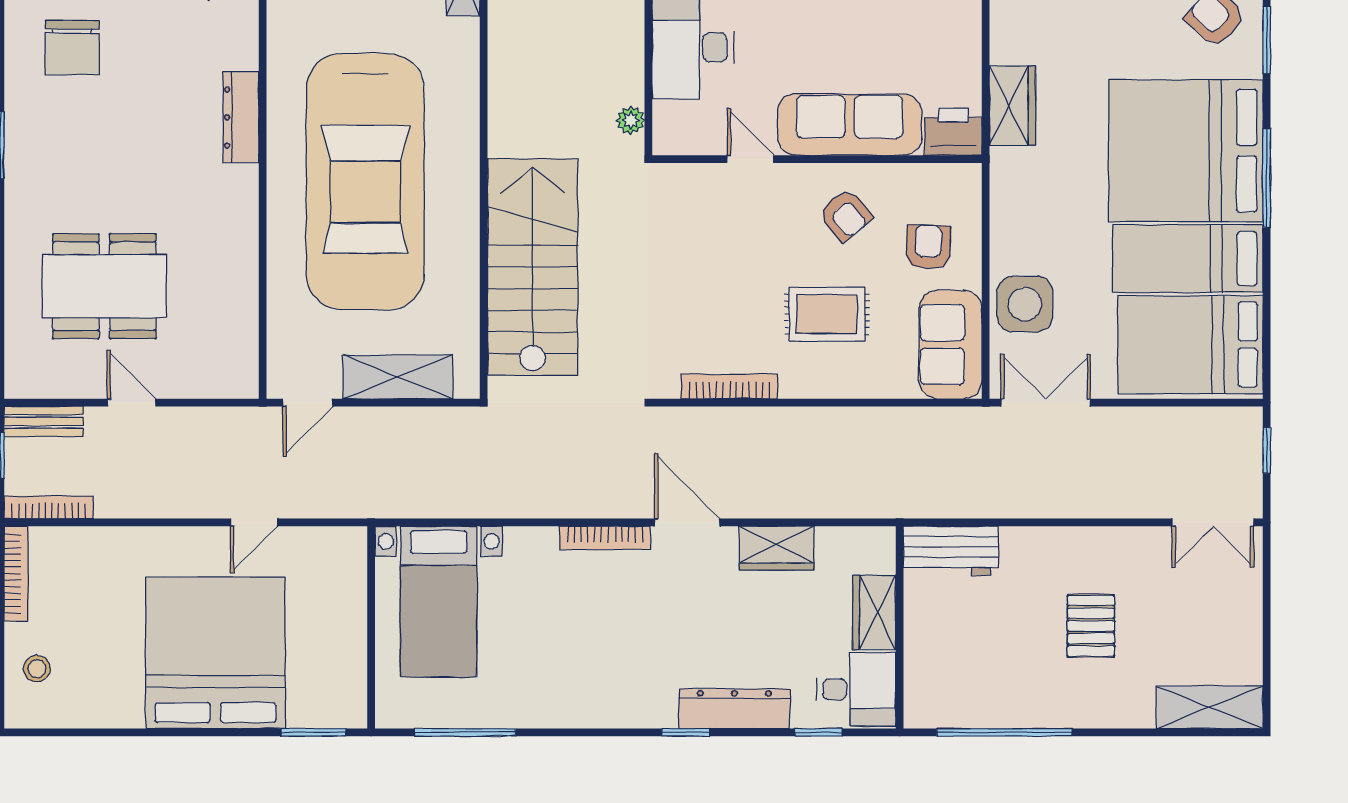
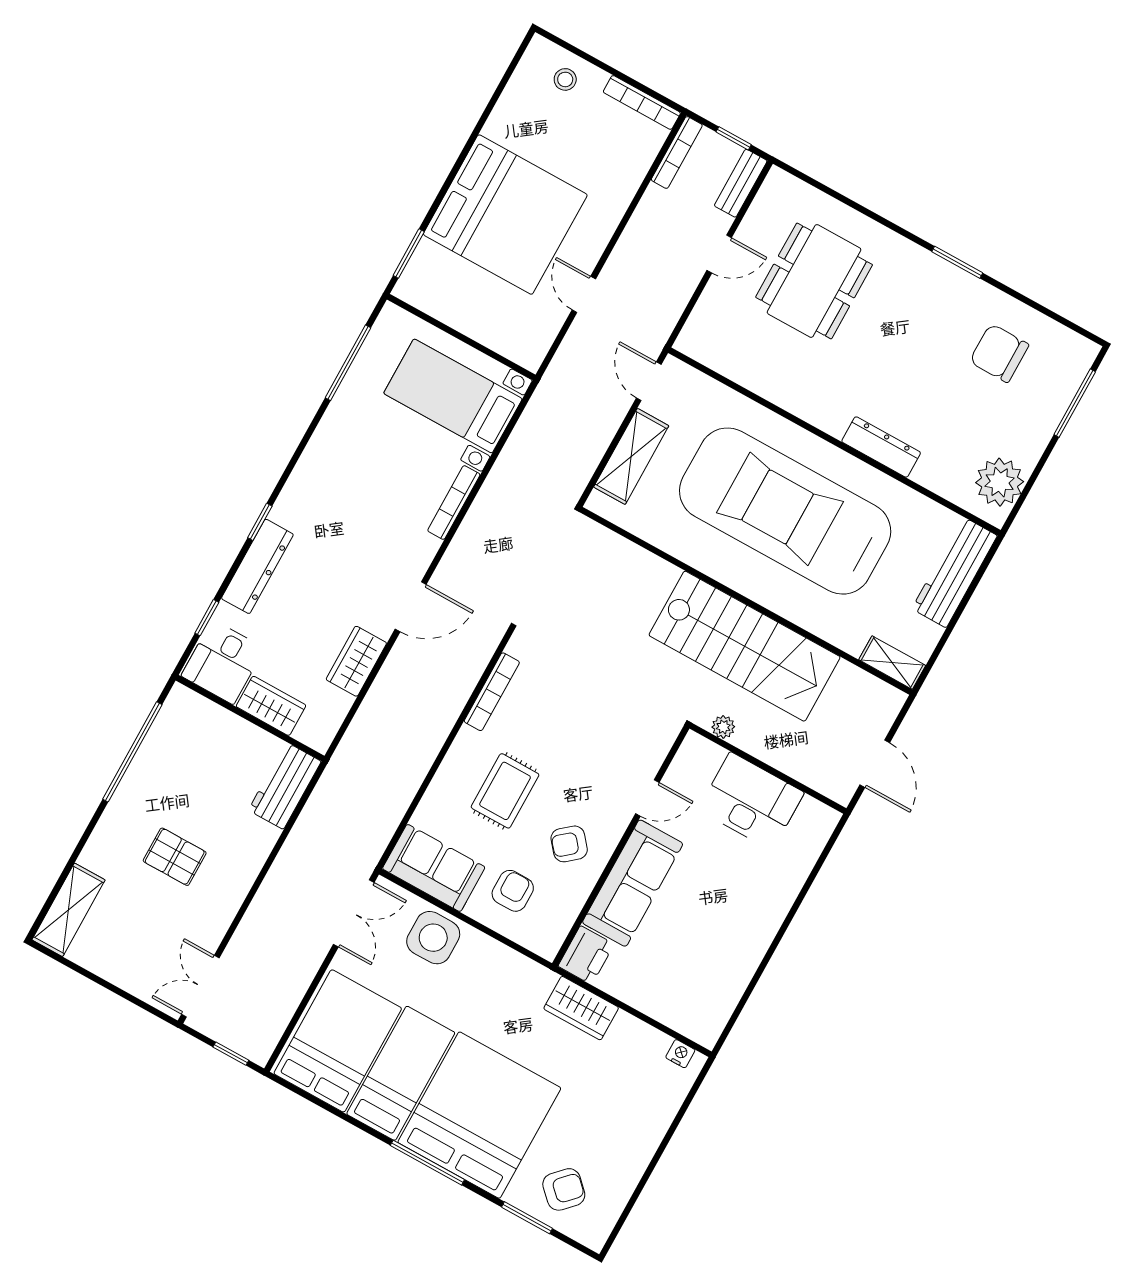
armchair: (928, 247) -> (513, 891), turned -92
stairs: (532, 267) -> (745, 646), moved
bookcase: (605, 538) -> (454, 503), moved

